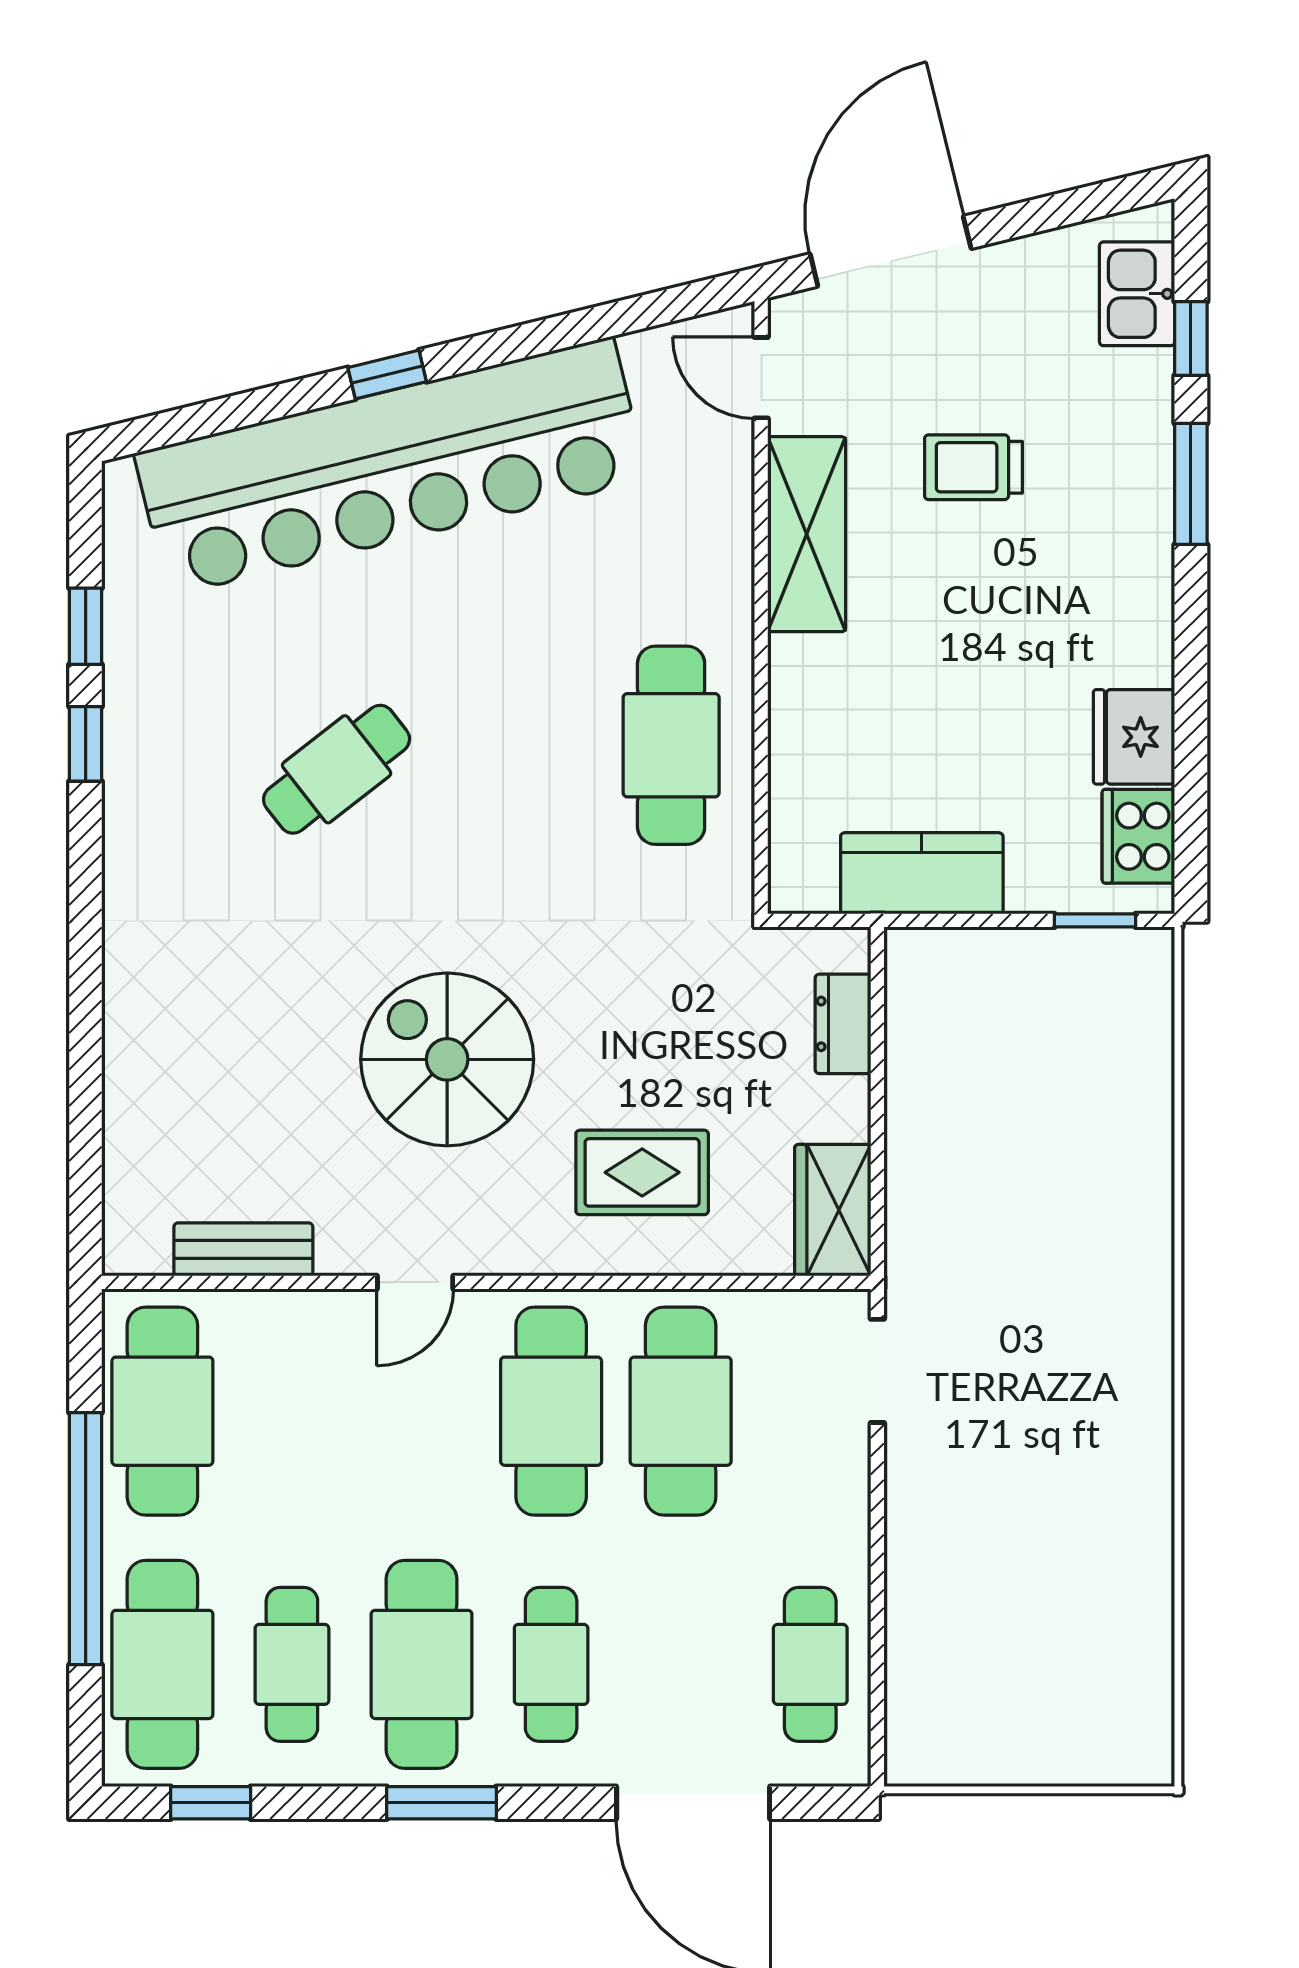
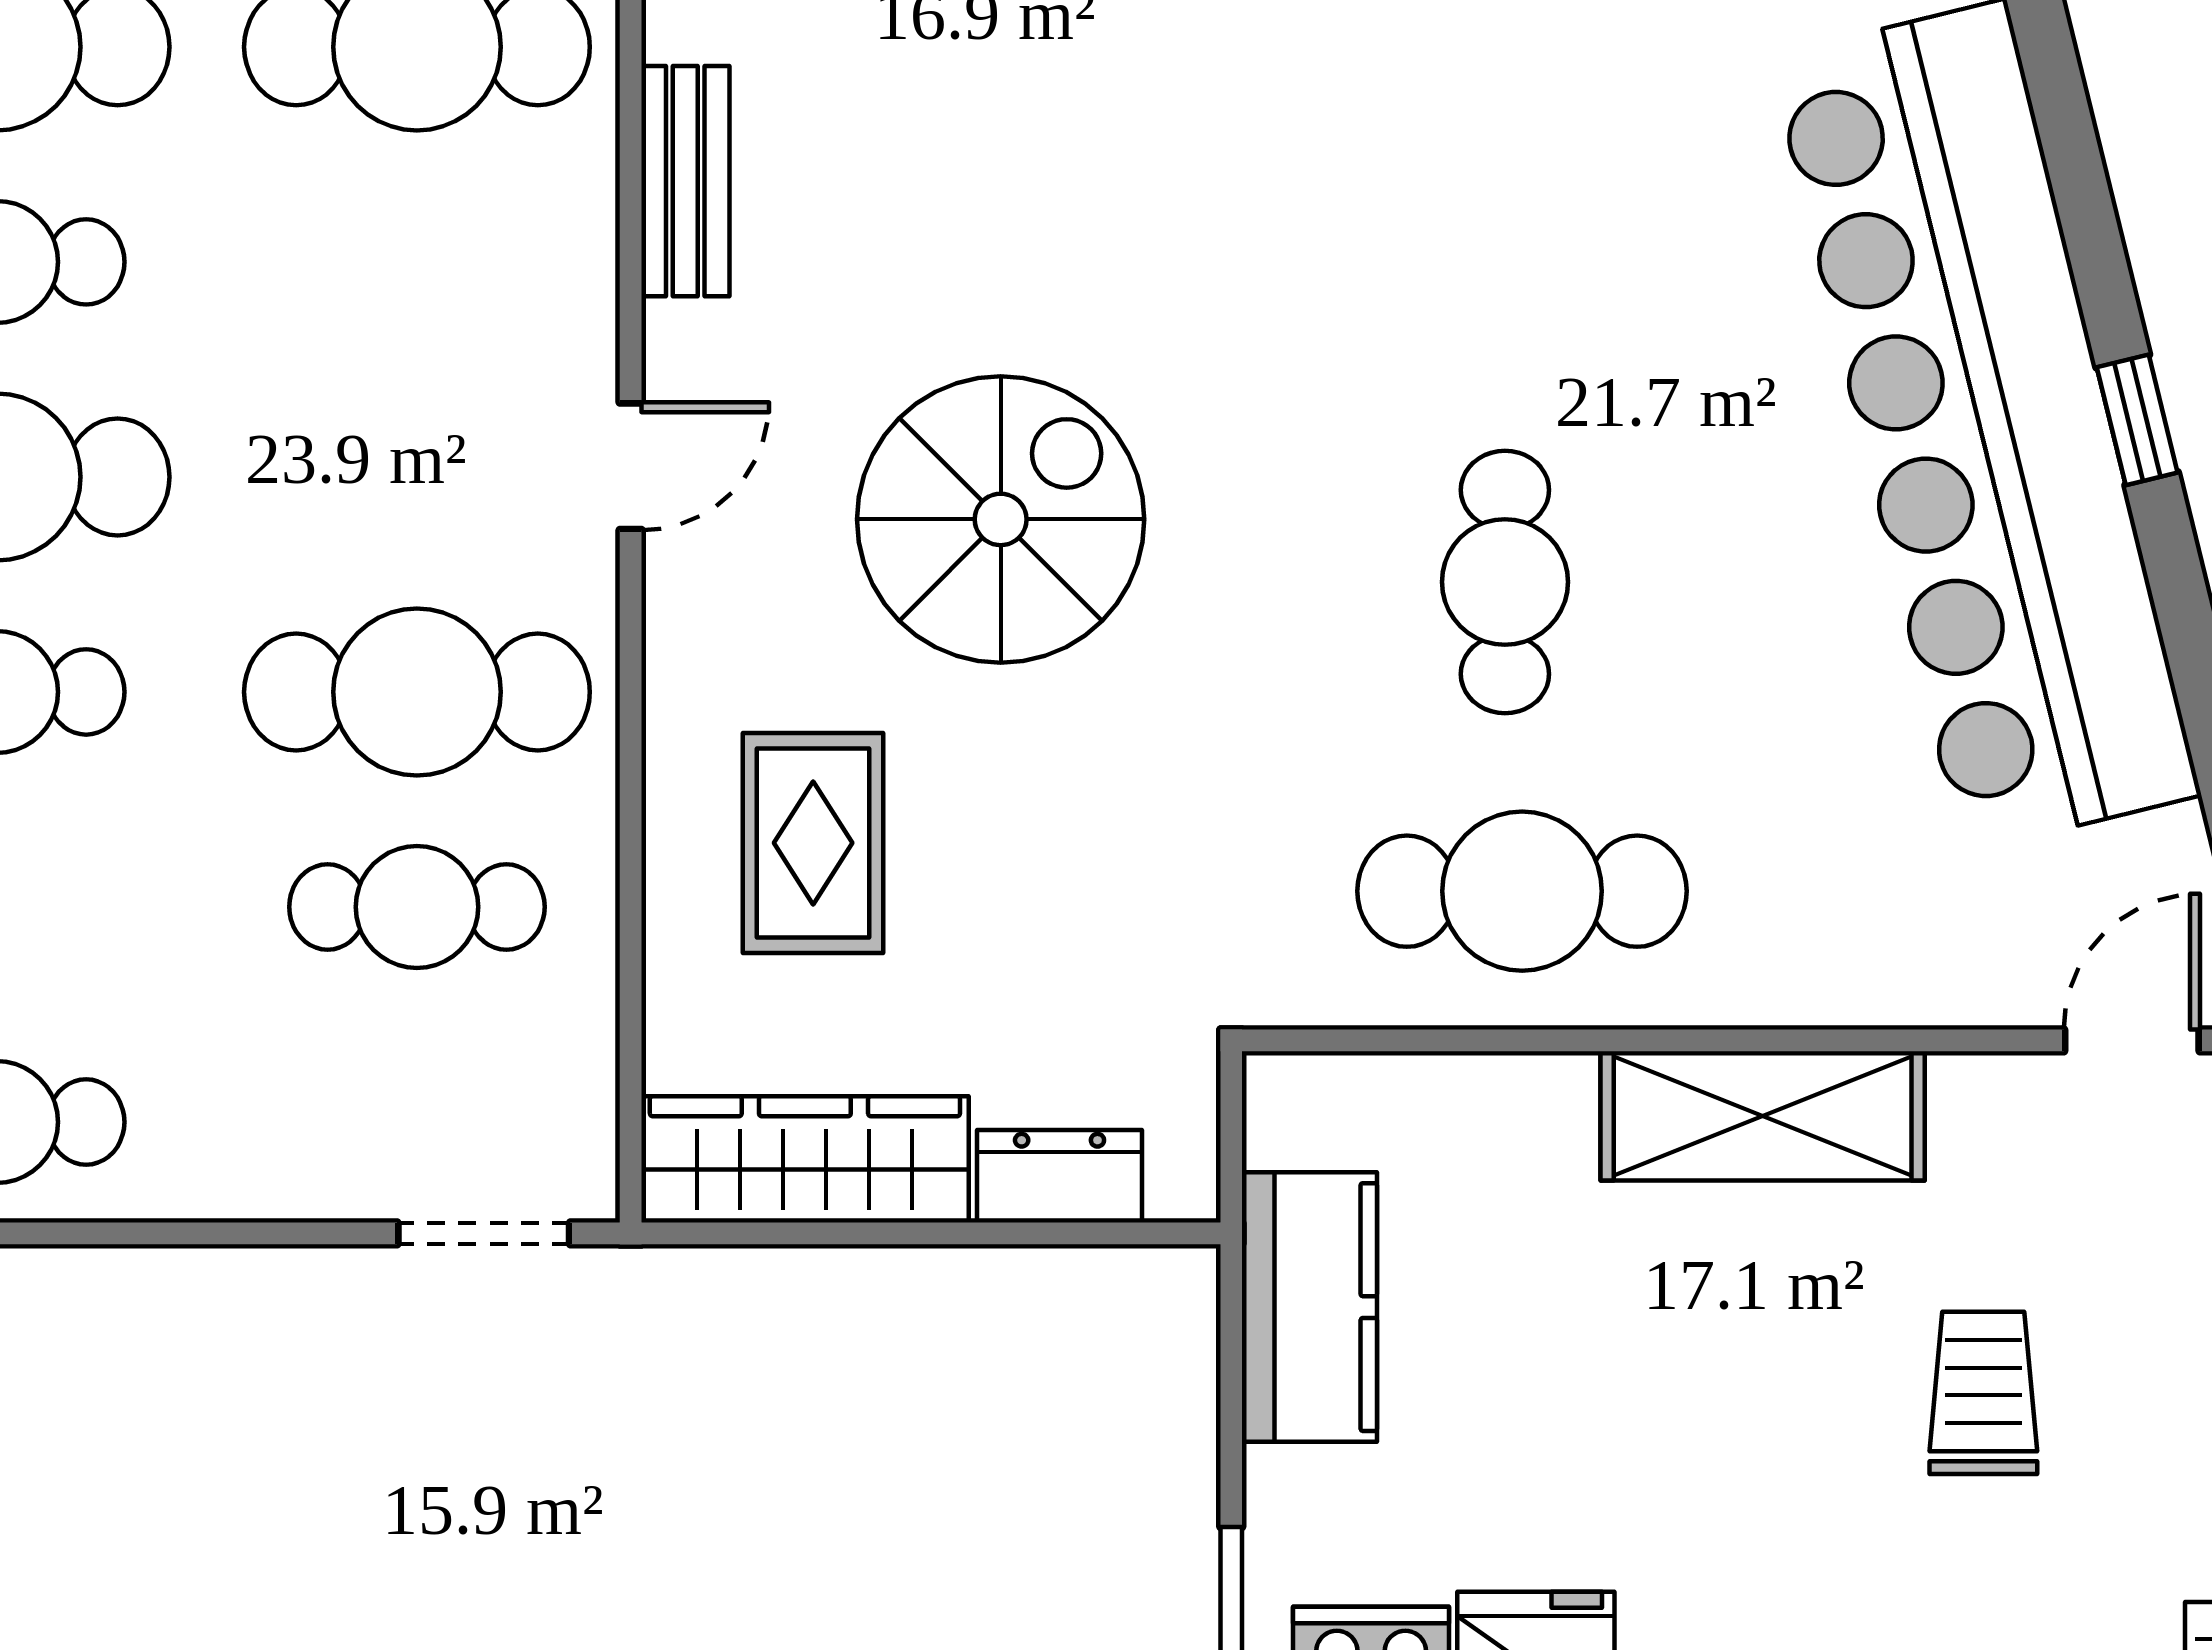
shelving: (807, 534) -> (1763, 1116), moved
cafe table: (337, 769) -> (1505, 582), moved, turned 38
wardrobe: (833, 1210) -> (805, 1159), width x1.50
door: (415, 1282) -> (631, 466), swing flipped
cafe table: (681, 1411) -> (417, 907), width x0.73, depth x0.74

